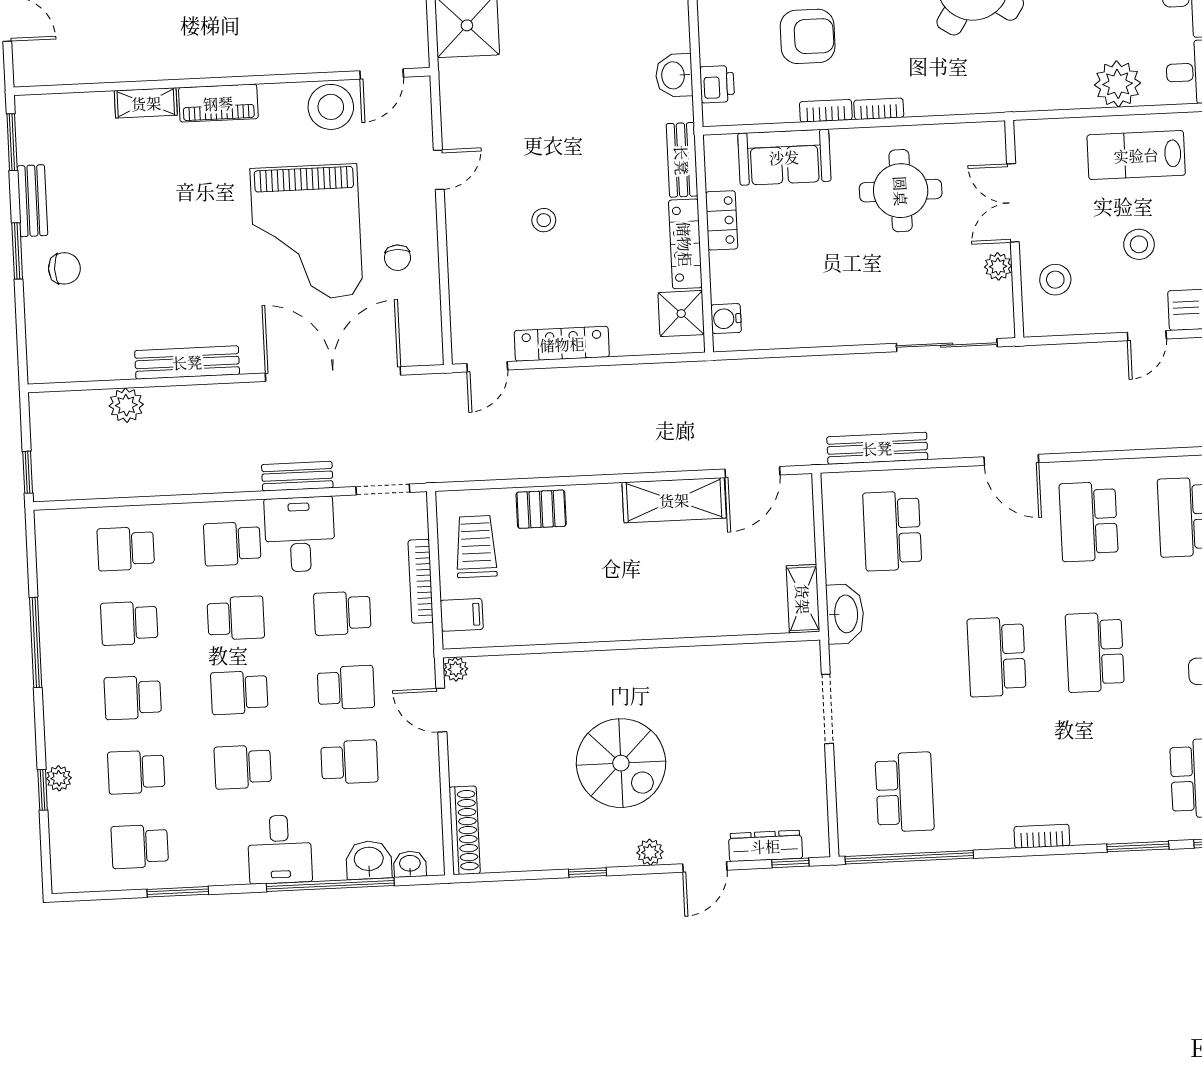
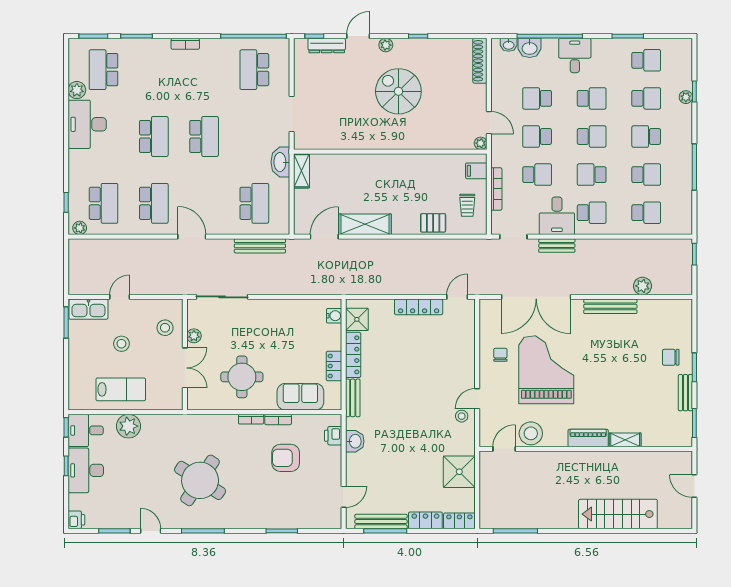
stool: (544, 220) -> (462, 416), moved
trolley: (476, 547) -> (467, 205), width x0.73, depth x0.72
school desk: (133, 698) -> (646, 136), turned 180

